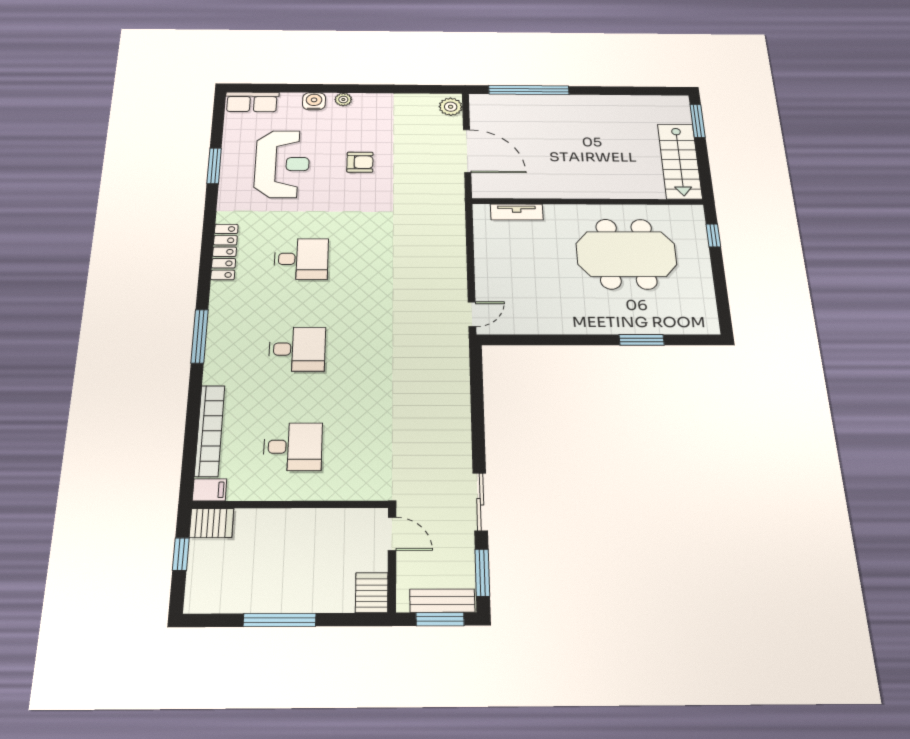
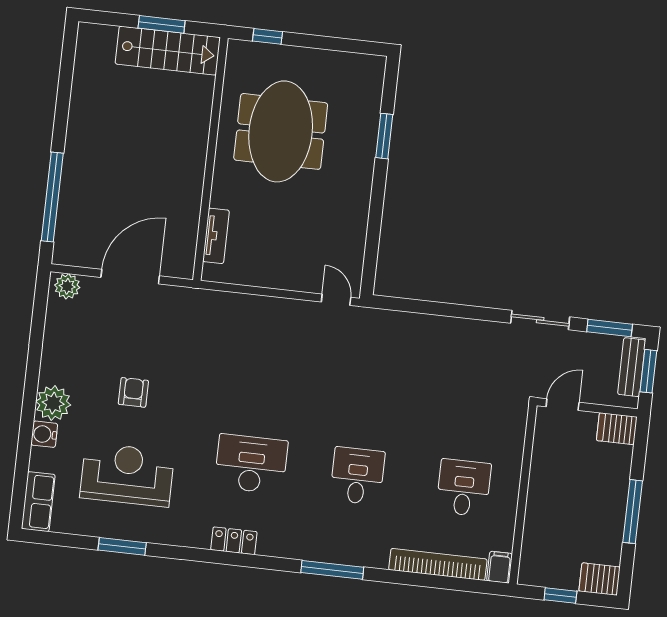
plant: (343, 99) -> (53, 403), width x1.87, depth x1.87
window: (698, 121) -> (162, 24), moved
locker: (224, 252) -> (234, 541), width x0.66
desk: (301, 259) -> (251, 464), width x1.37
server rack: (212, 523) -> (600, 579), moved, turned -90

